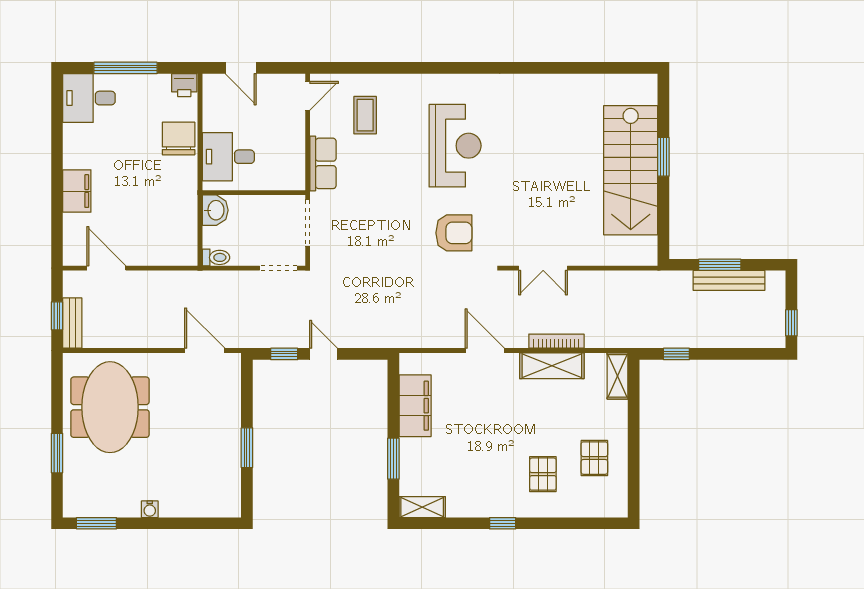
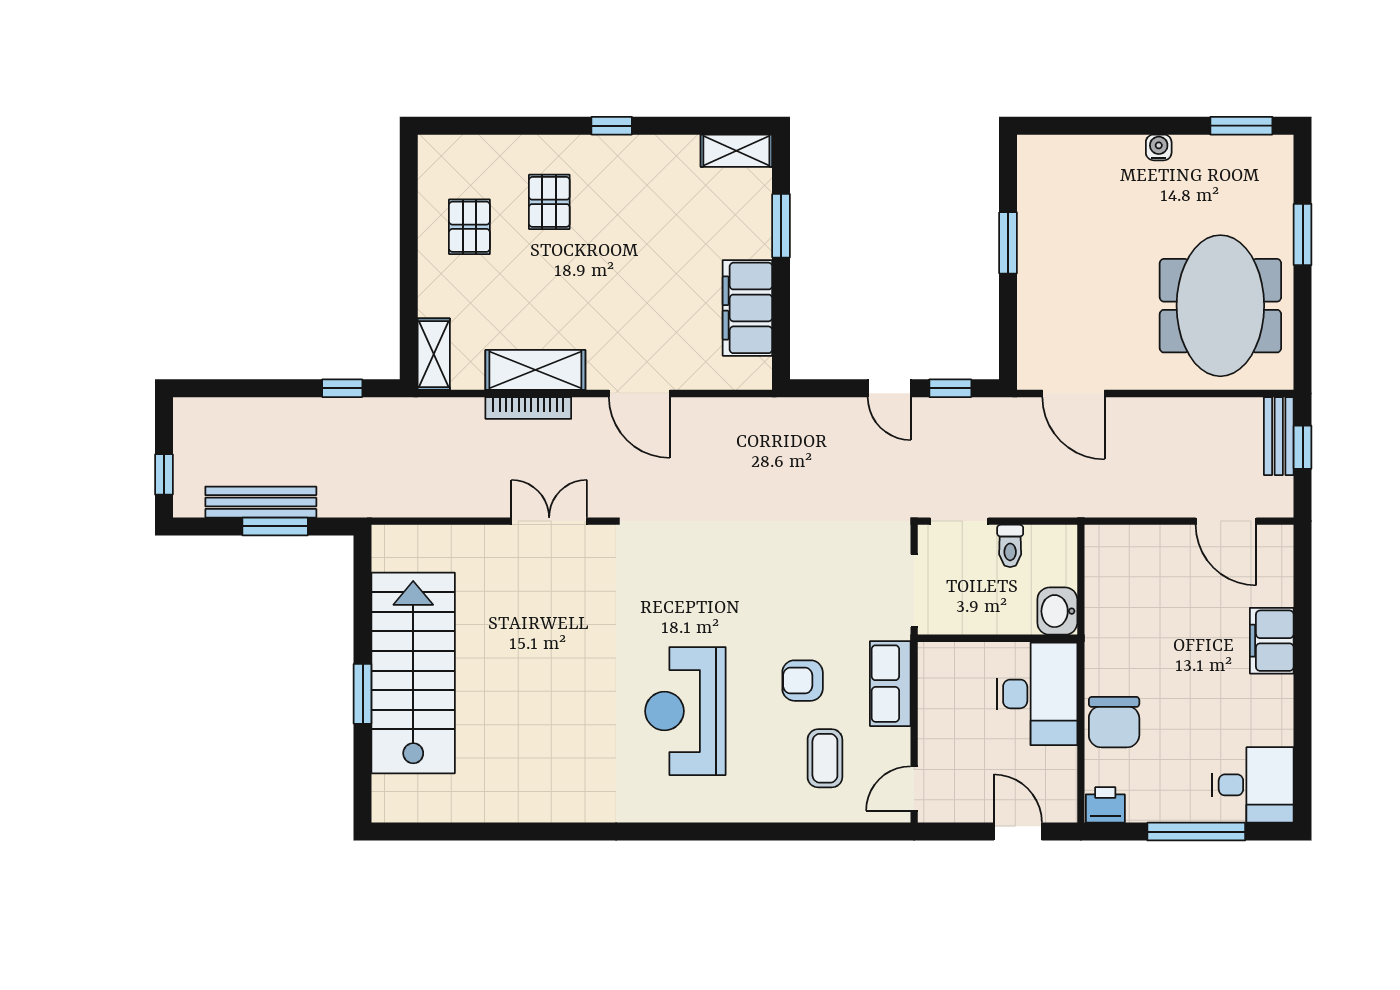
desk: (228, 157) -> (1037, 694), width x1.37
armchair: (454, 233) -> (803, 681), moved, width x0.72, depth x0.72
toilet: (216, 257) -> (1010, 546), moved, turned -90
window: (791, 323) -> (164, 474), moved

